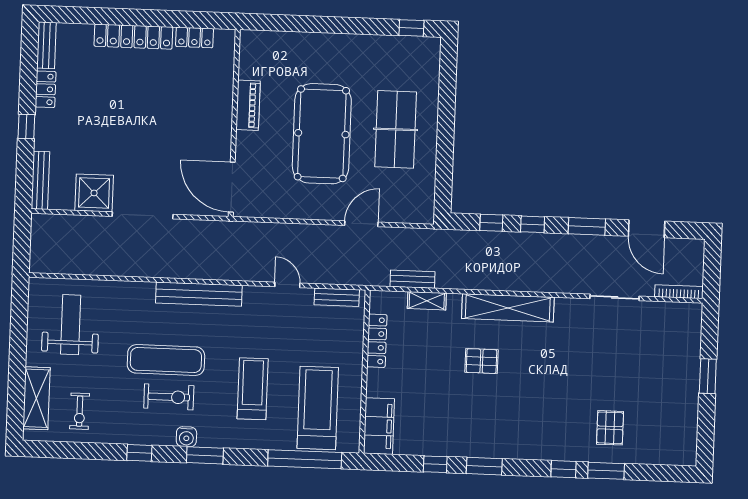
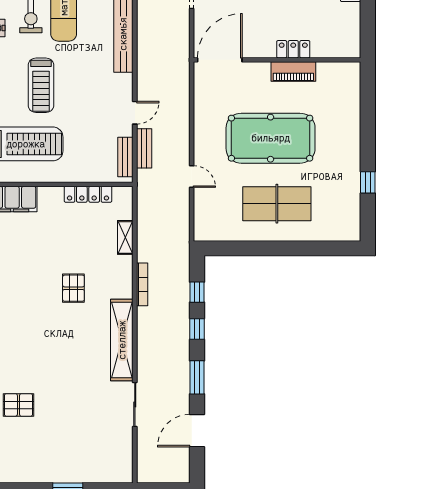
window: (411, 28) -> (368, 182), moved
locker: (195, 37) -> (293, 49), moved, turned 90
door: (361, 224) -> (192, 176), width x0.73
bench: (413, 279) -> (144, 148), moved
bookcase: (679, 292) -> (142, 284), moved
shelving: (508, 308) -> (122, 340), moved
treadmill: (253, 389) -> (41, 85), turned 90

